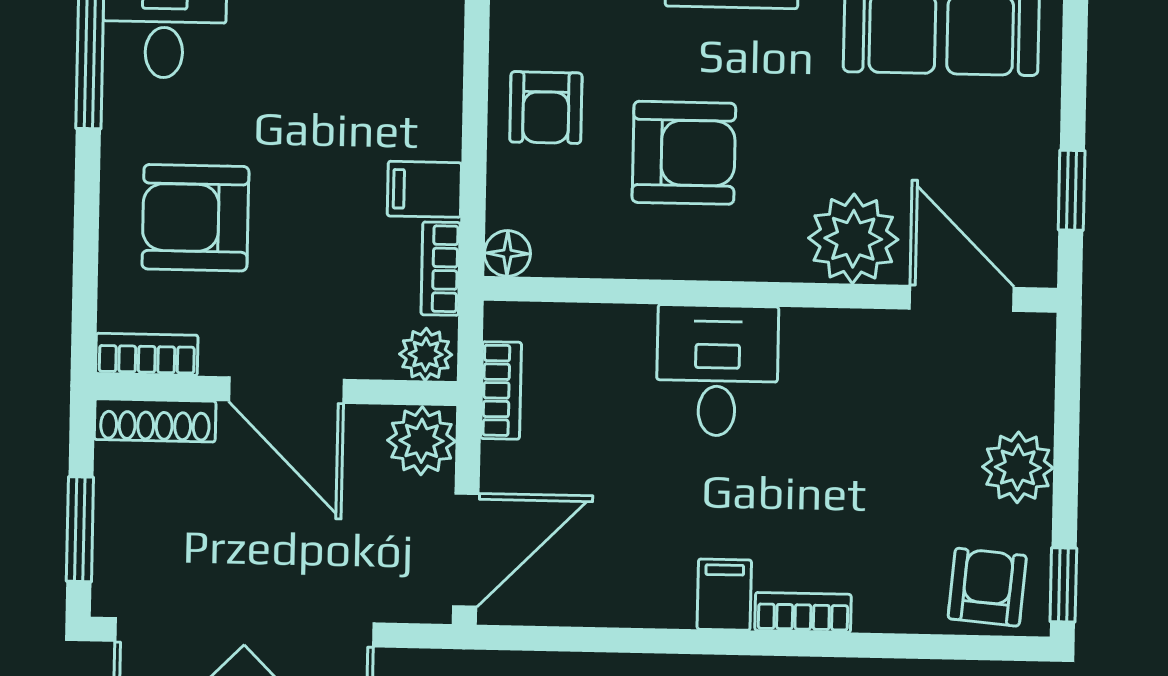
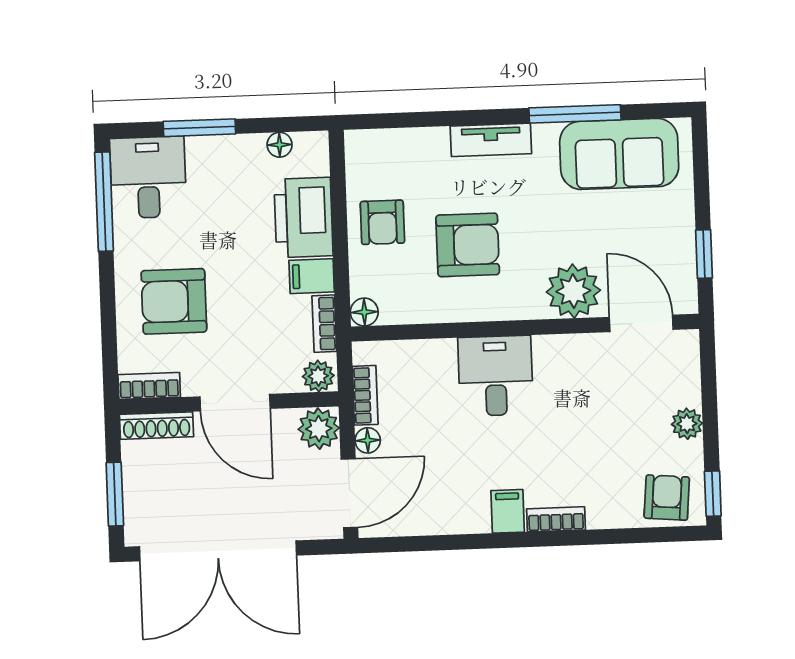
printer: (416, 92) -> (304, 217), added
floor lamp: (501, 465) -> (368, 440), added
plant: (1018, 467) -> (687, 424), width x0.73, depth x0.73

